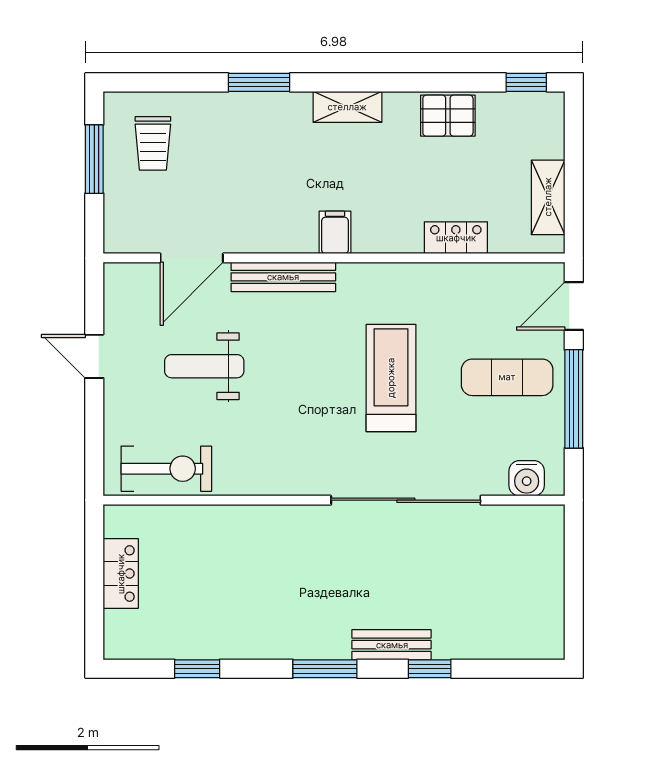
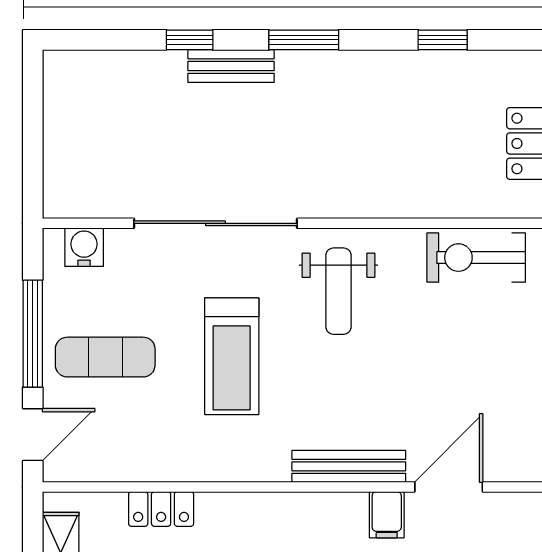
filing cabinet: (335, 232) -> (387, 515), moved
weight bench: (204, 366) -> (339, 291), moved, turned 90

